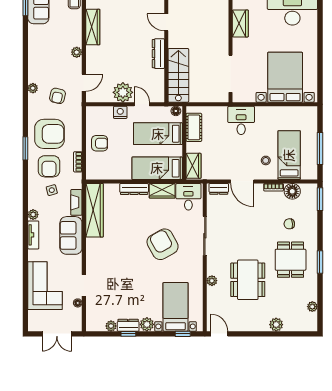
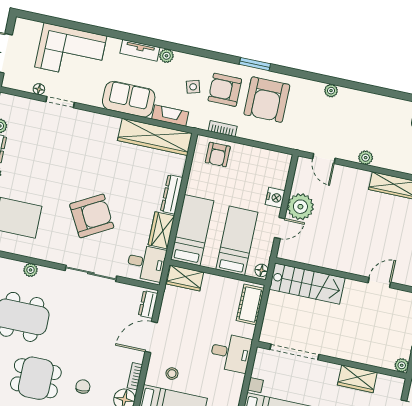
dresser: (158, 54) -> (341, 264), removed
armchair: (58, 96) -> (314, 121), removed
cot: (194, 127) -> (250, 304), moved, turned 90
armchair: (100, 143) -> (218, 155), moved

